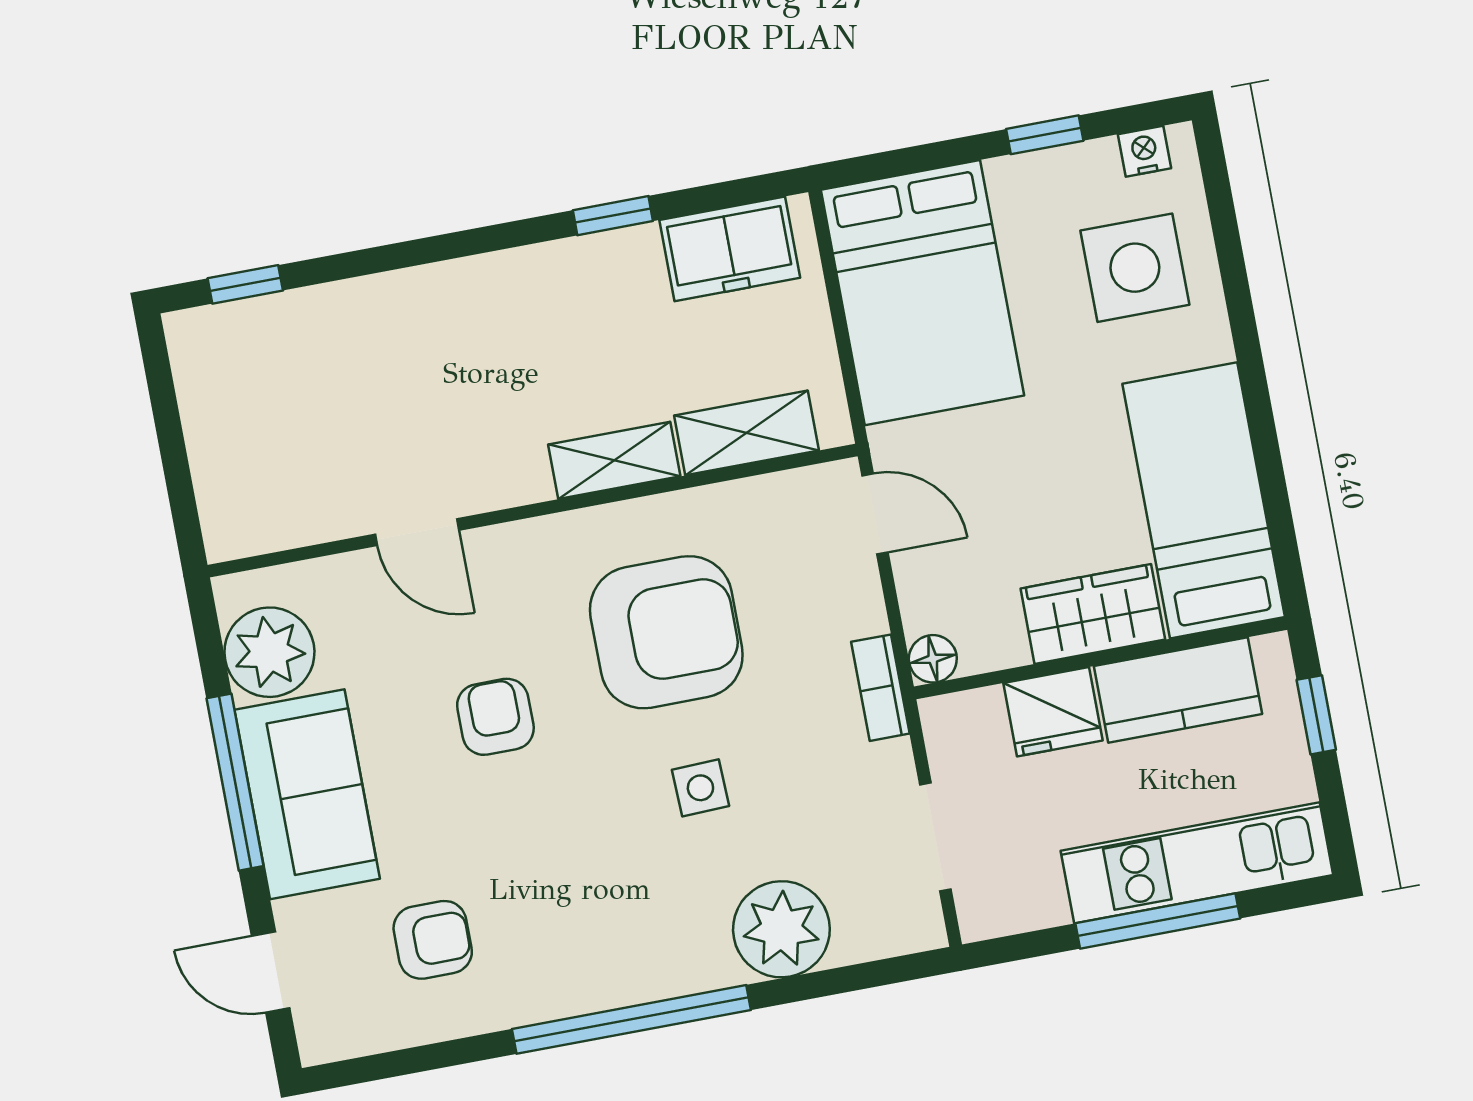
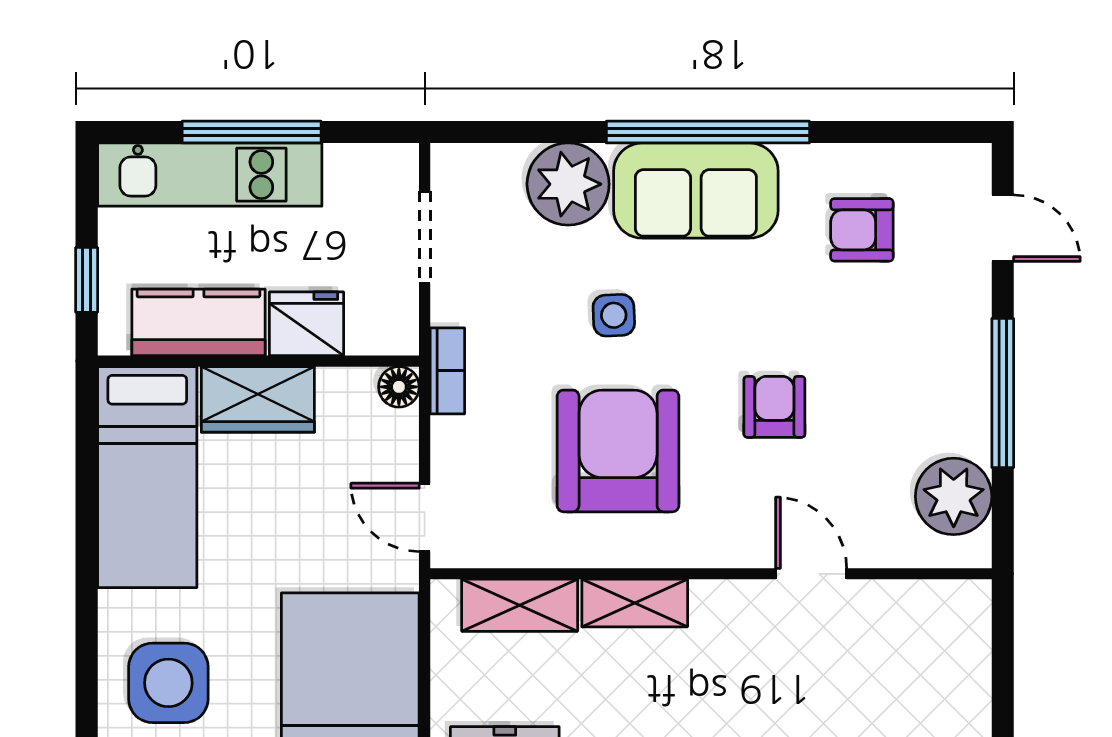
armchair: (666, 632) -> (618, 451), turned 90
armchair: (495, 717) -> (774, 407), turned 180
sofa: (307, 794) -> (696, 191), moved, turned -90

